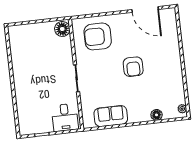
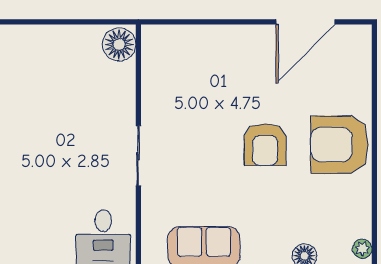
door: (145, 9) -> (305, 22), hinge flipped
armchair: (98, 36) -> (340, 145), moved

